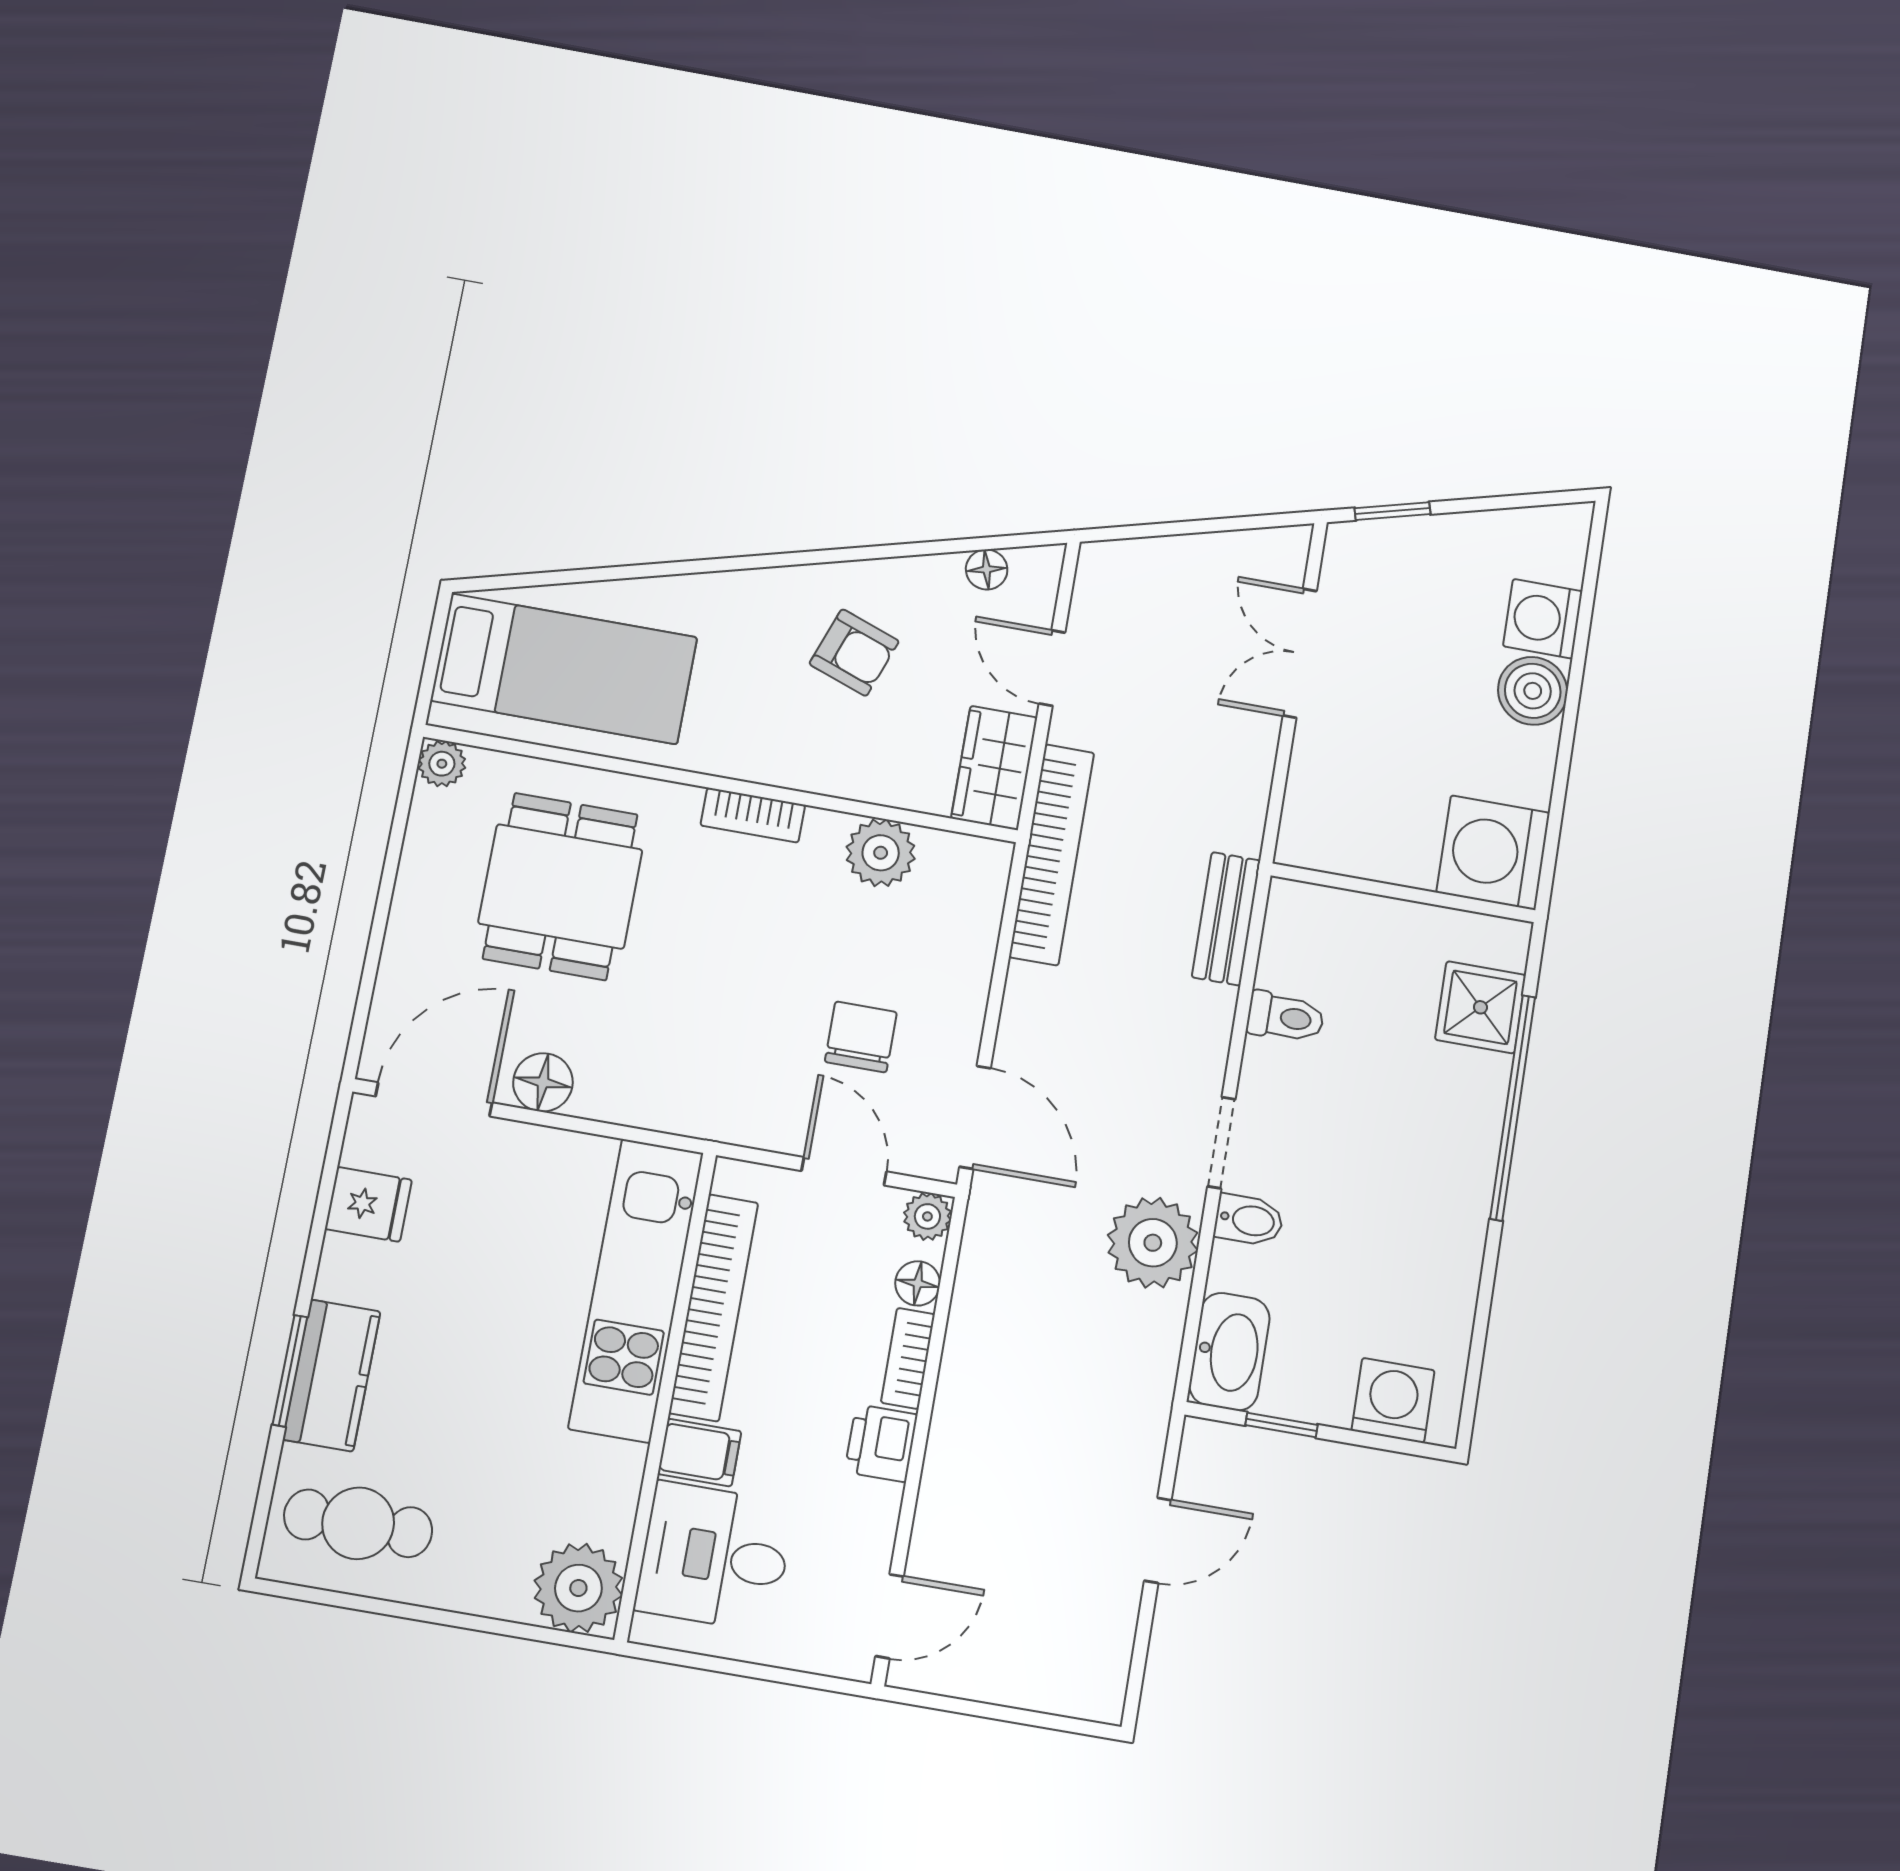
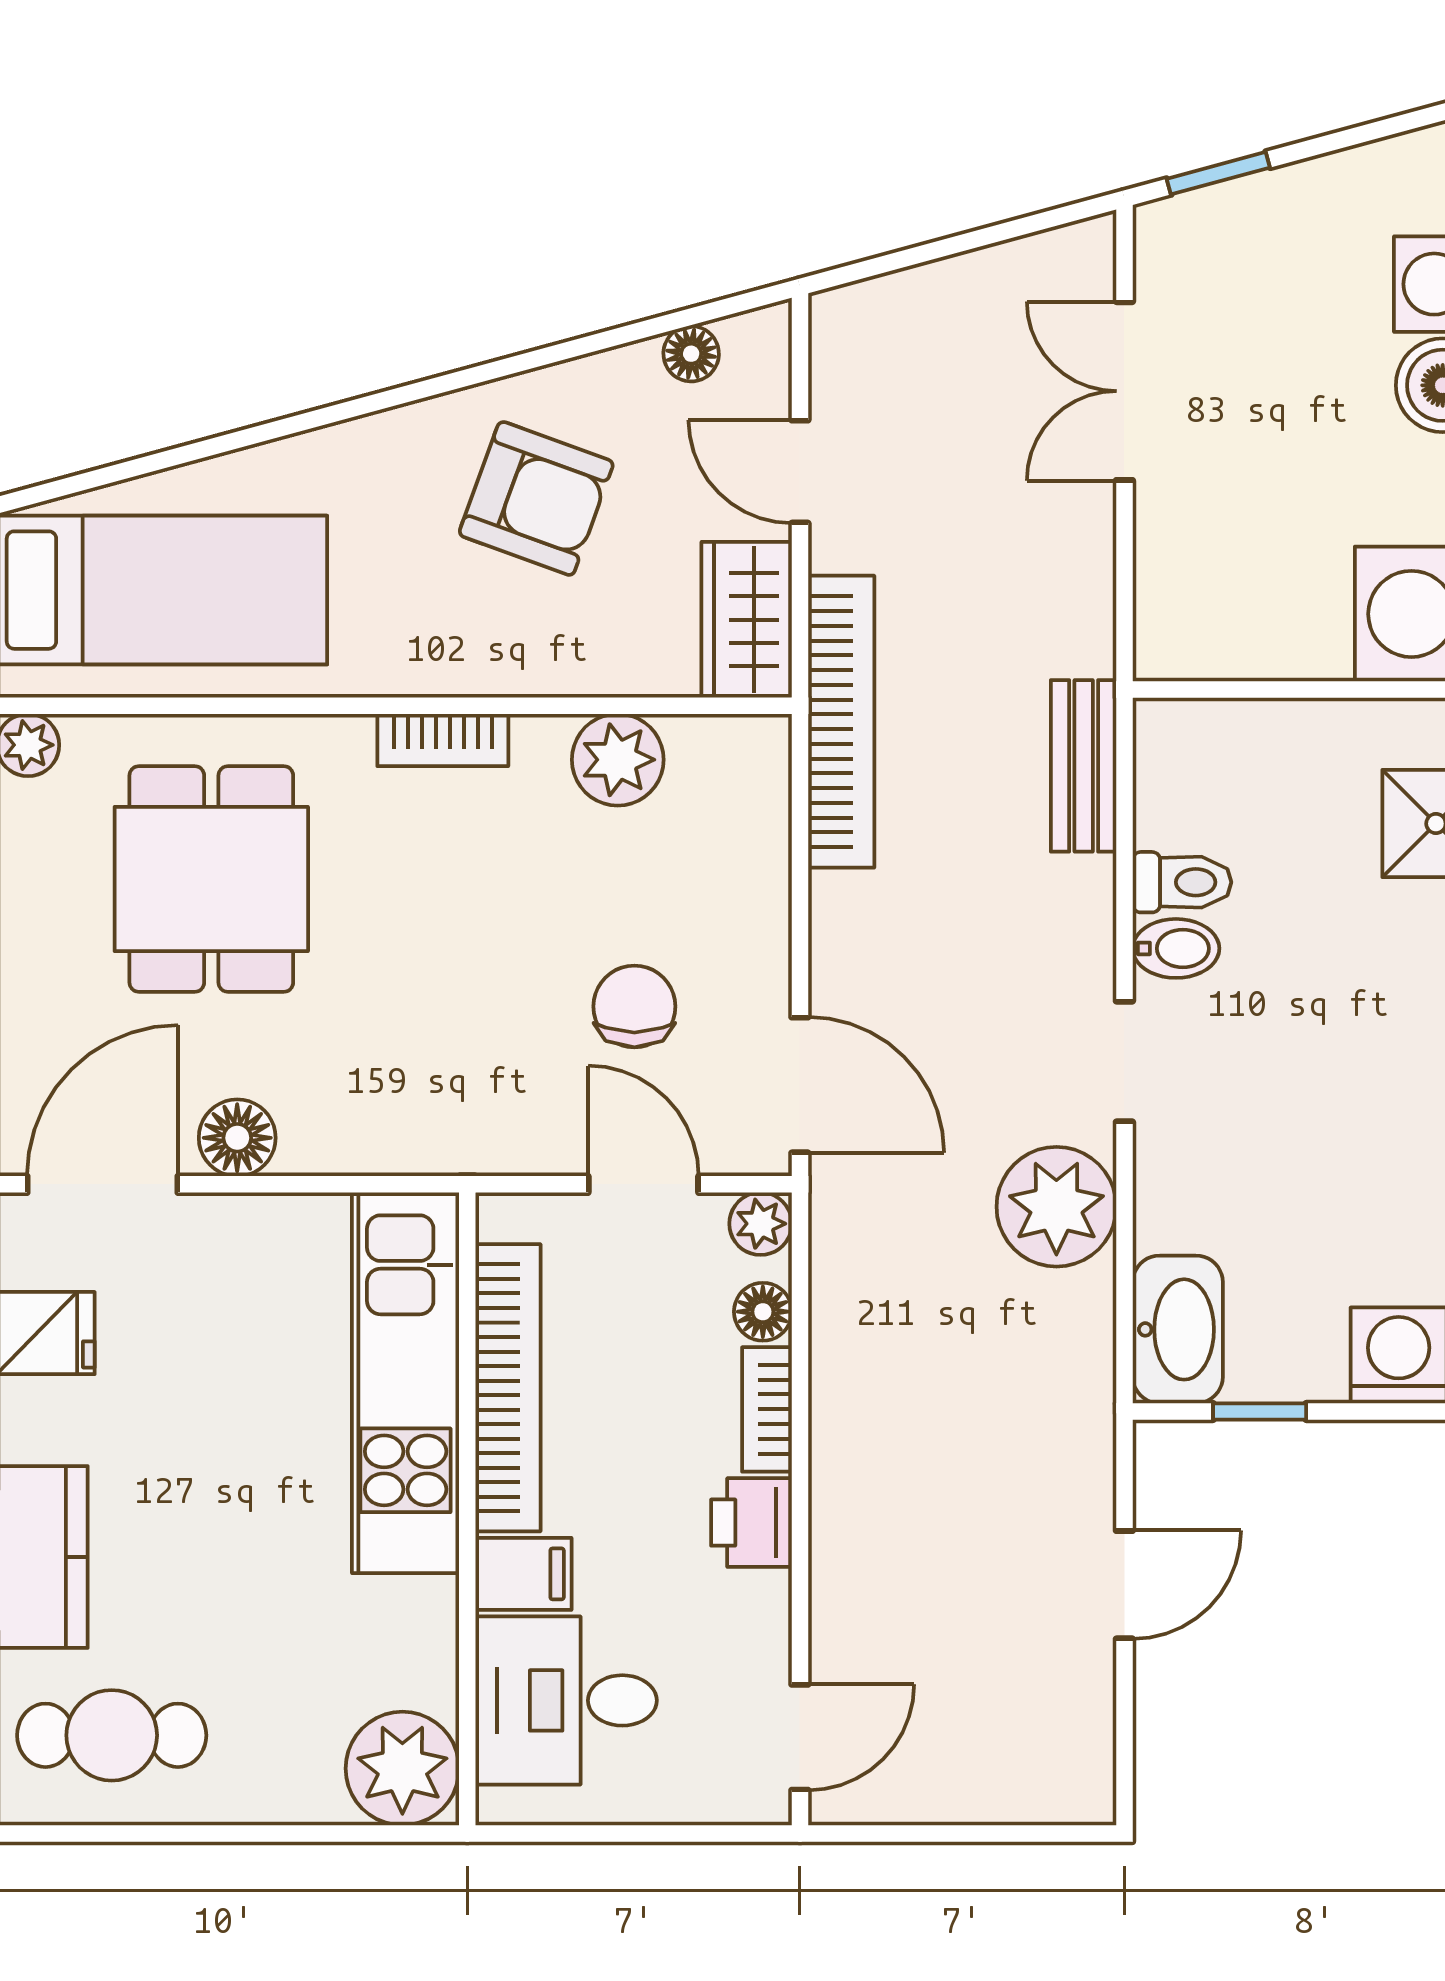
armchair: (854, 653) -> (536, 498), width x1.38, depth x1.38
bidet: (1249, 1220) -> (1176, 948), moved

